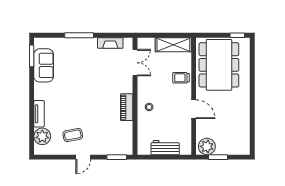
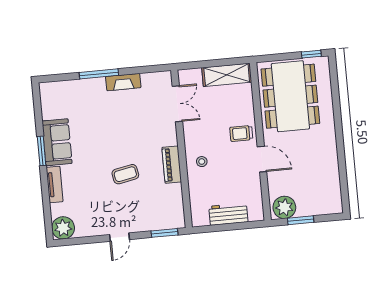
fireplace: (110, 43) -> (123, 82), moved
window: (32, 56) -> (42, 151), moved
sofa: (44, 65) -> (57, 142), moved
trolley: (181, 78) -> (241, 133), moved
coffee table: (73, 135) -> (125, 174), moved
plant: (42, 136) -> (63, 228), moved

